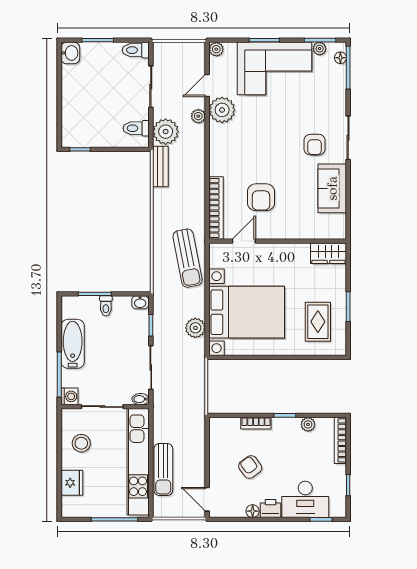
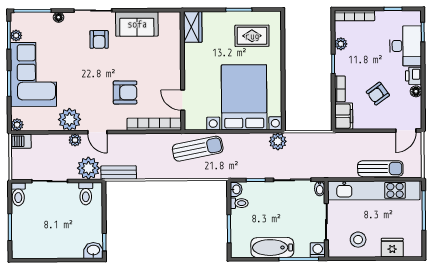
washbasin: (70, 53) -> (93, 250), moved
barbecue: (197, 54) -> (21, 141), added
floor lamp: (340, 58) -> (59, 17), moved
door: (207, 85) -> (97, 132), moved
armchair: (315, 145) -> (99, 39), turned 90
armchair: (261, 197) -> (125, 92), moved
toilet: (106, 306) -> (239, 203), moved
plant: (195, 328) -> (278, 141), moved
filing cabinet: (224, 427) -> (344, 116), added

